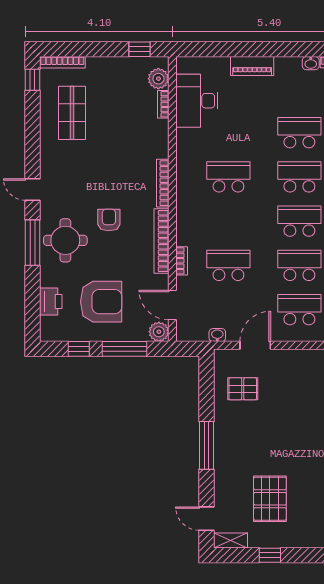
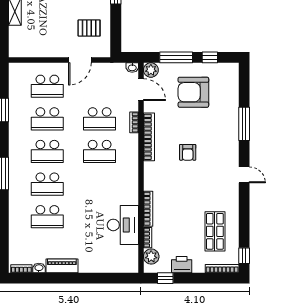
piano: (252, 66) -> (62, 266), moved
desk: (197, 101) -> (123, 225), moved
school desk: (228, 177) -> (100, 151), moved
bookcase: (163, 183) -> (148, 209), moved
round table: (65, 240) -> (220, 137), removed
window: (32, 243) -> (244, 124), moved
printer: (51, 301) -> (182, 265), moved, turned 90
washbasin: (217, 335) -> (132, 68), moved

